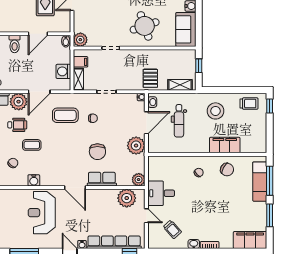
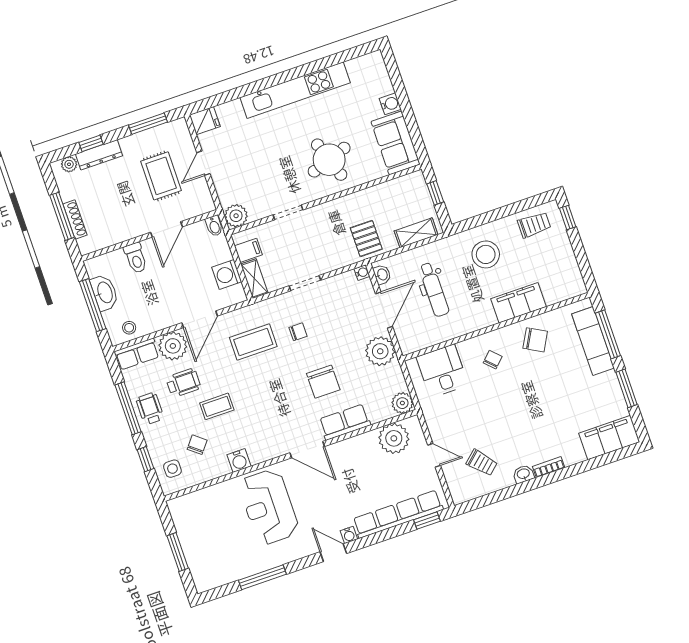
desk: (161, 193) -> (442, 371), moved, turned 90

